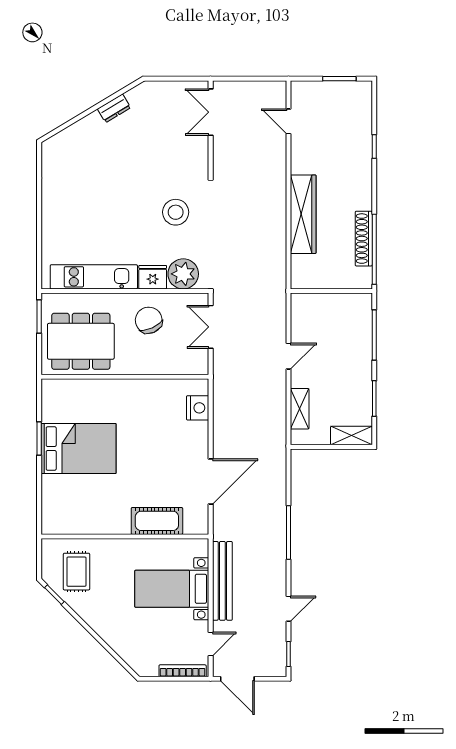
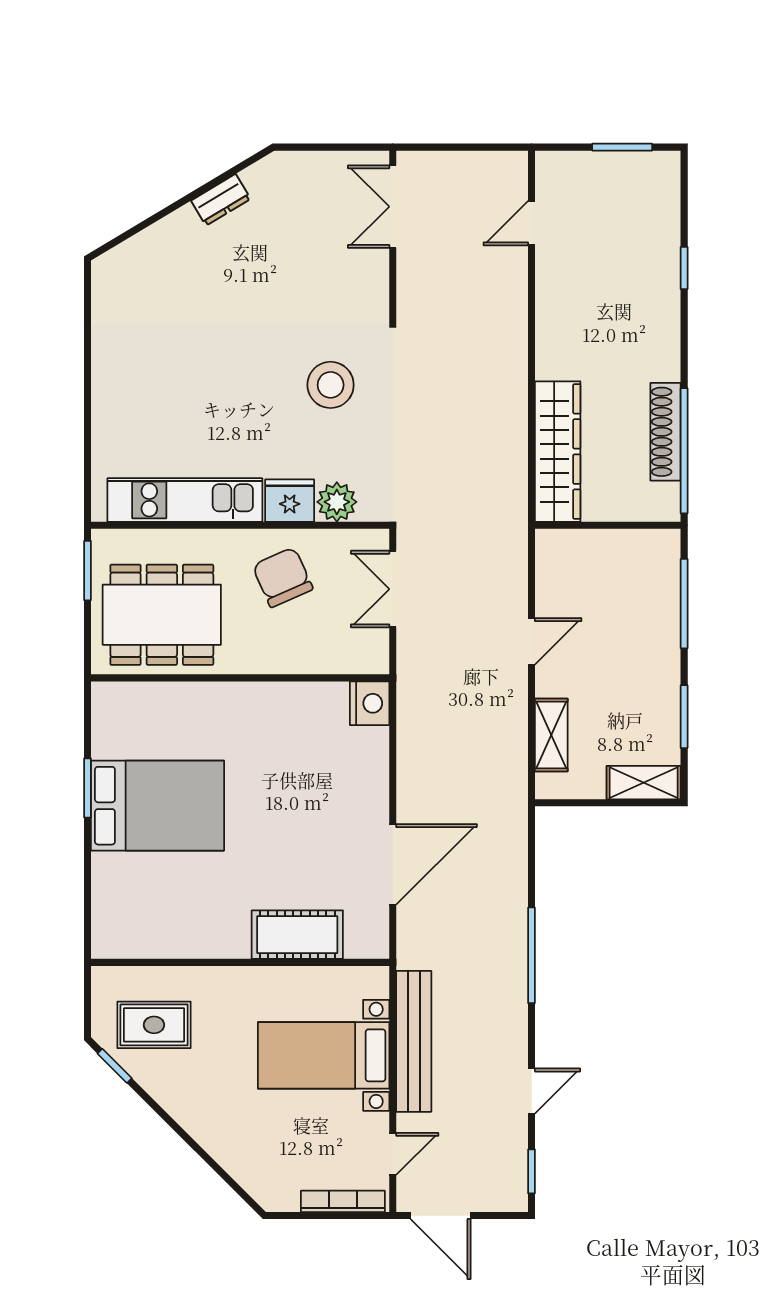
door: (288, 121) -> (532, 223), hinge flipped
wardrobe: (303, 214) -> (558, 452), moved
plant: (183, 274) -> (337, 502), width x0.73, depth x0.73
nightstand: (198, 408) -> (370, 703), moved
rug: (76, 572) -> (154, 1025), turned 90

